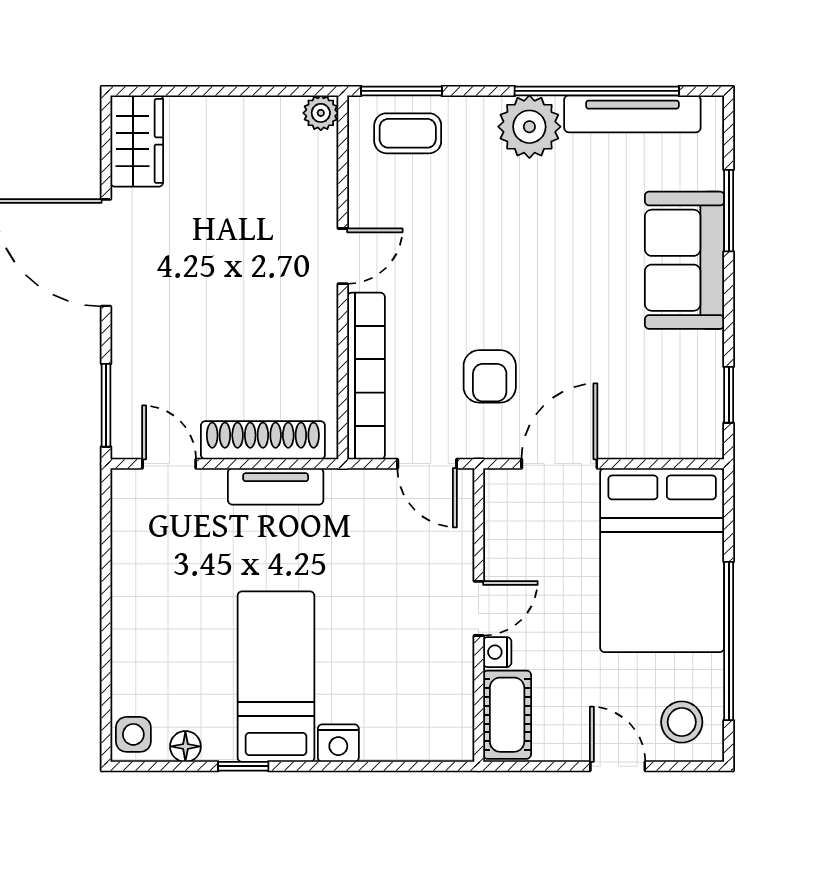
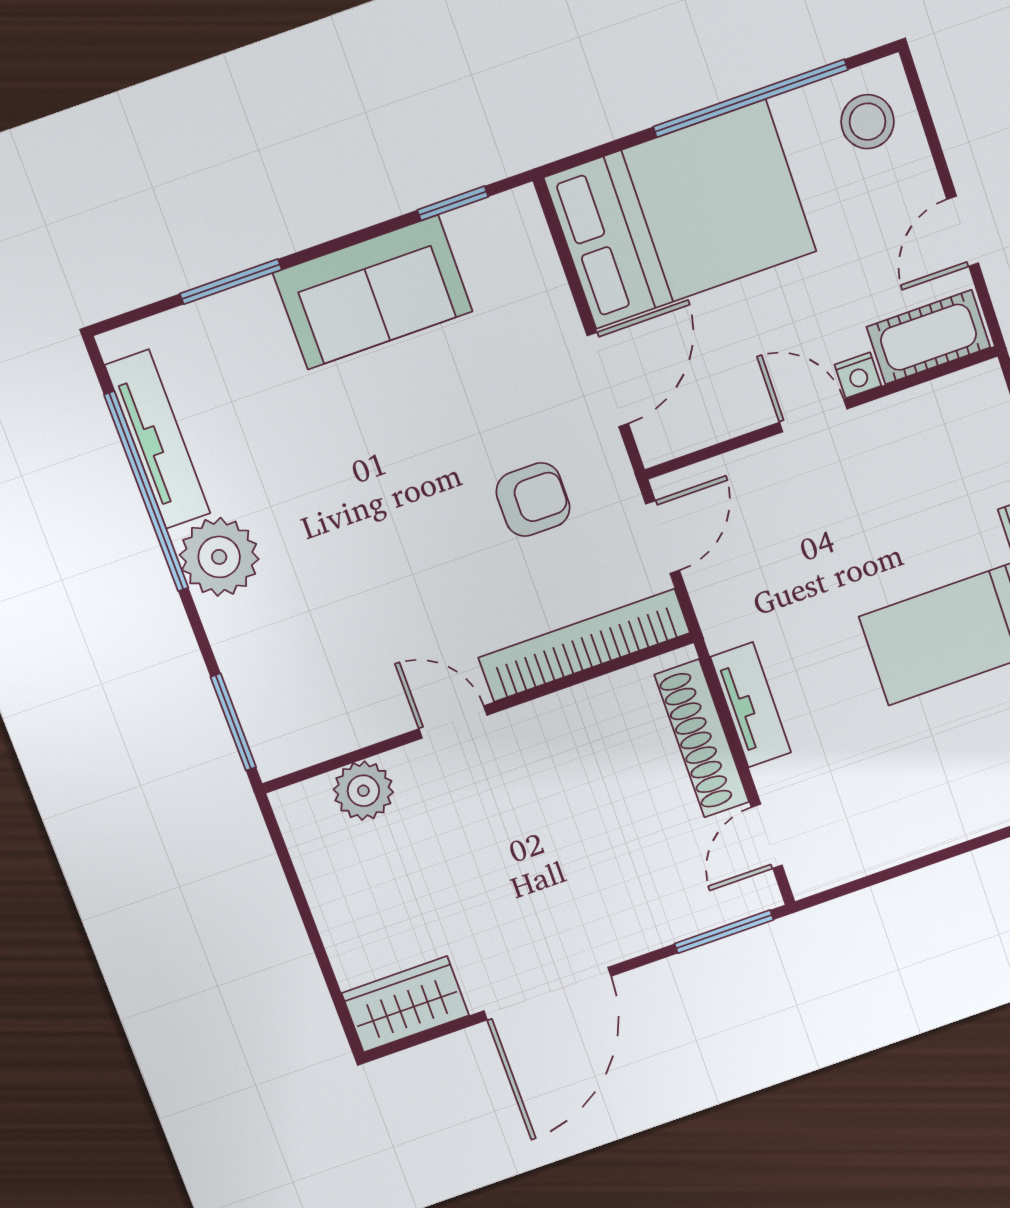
plant: (321, 113) -> (363, 791), moved, width x1.38, depth x1.38
coffee table: (408, 133) -> (280, 697), removed
sofa: (685, 260) -> (373, 292), moved
door: (559, 464) -> (608, 380), swing flipped
door: (618, 766) -> (963, 231), moved

